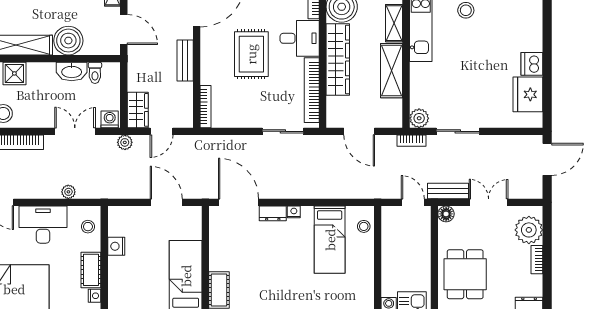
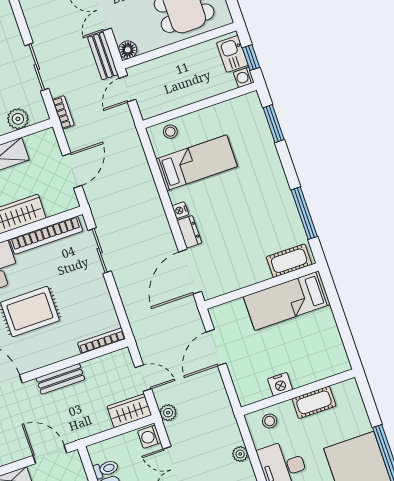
door: (124, 29) -> (50, 454), hinge flipped
plant: (419, 118) -> (18, 119), moved
nightstand: (95, 296) -> (340, 389), removed

